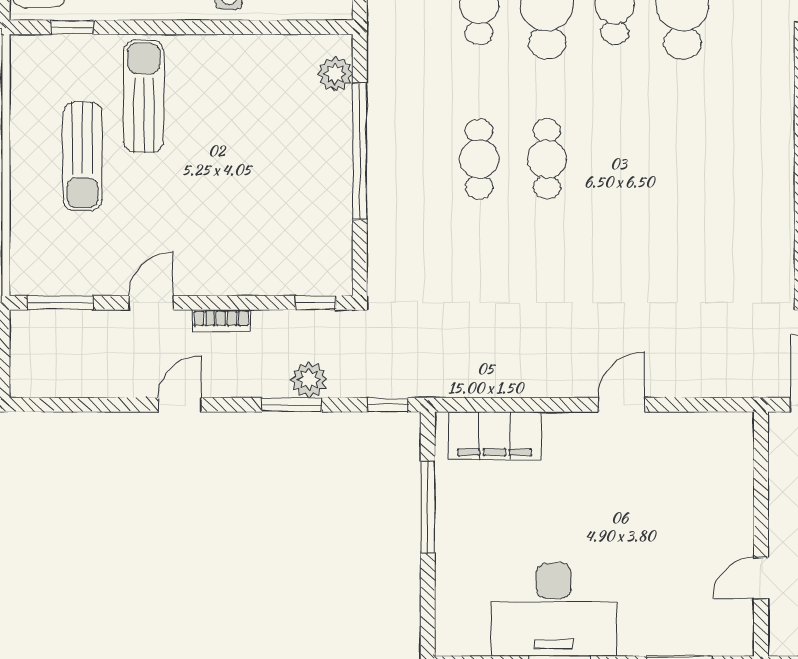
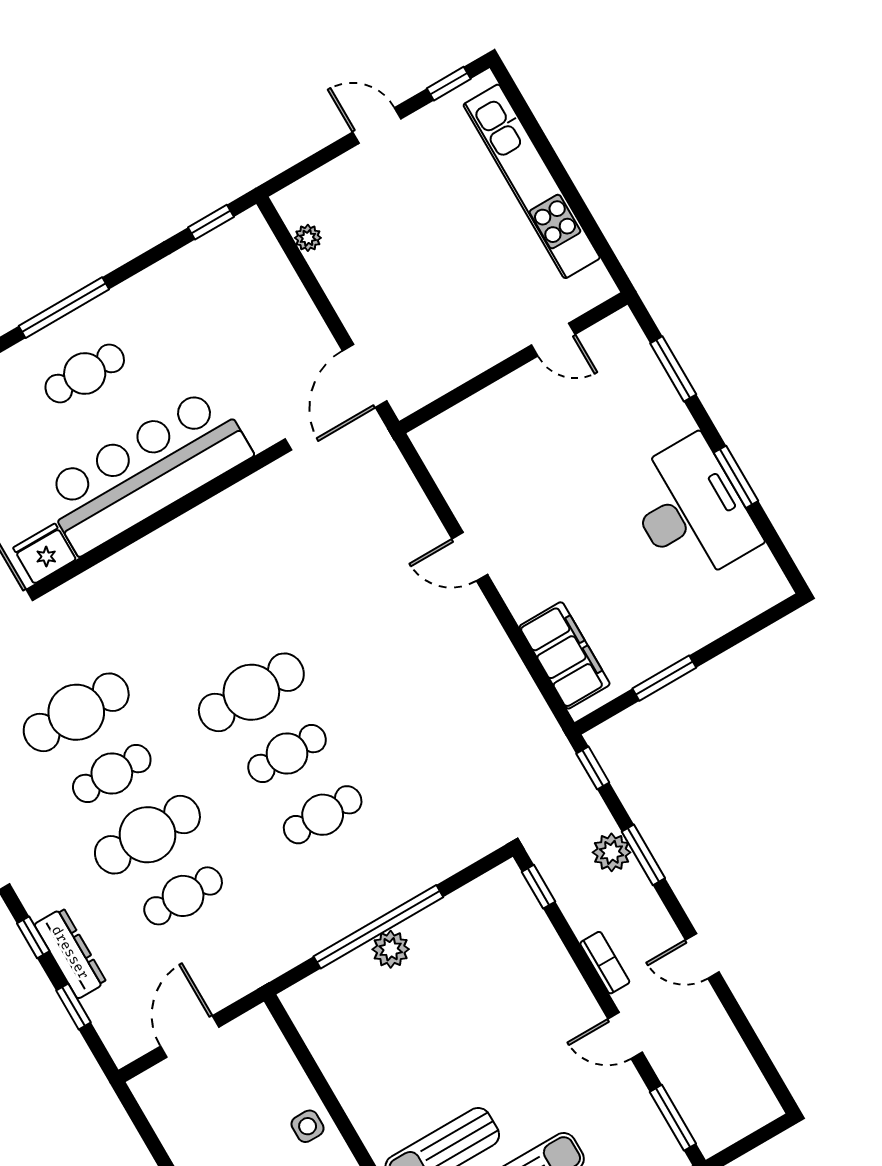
plant: (335, 74) -> (391, 949), moved
cafe table: (615, 159) -> (251, 692), added
window: (428, 507) -> (664, 678), width x0.69

